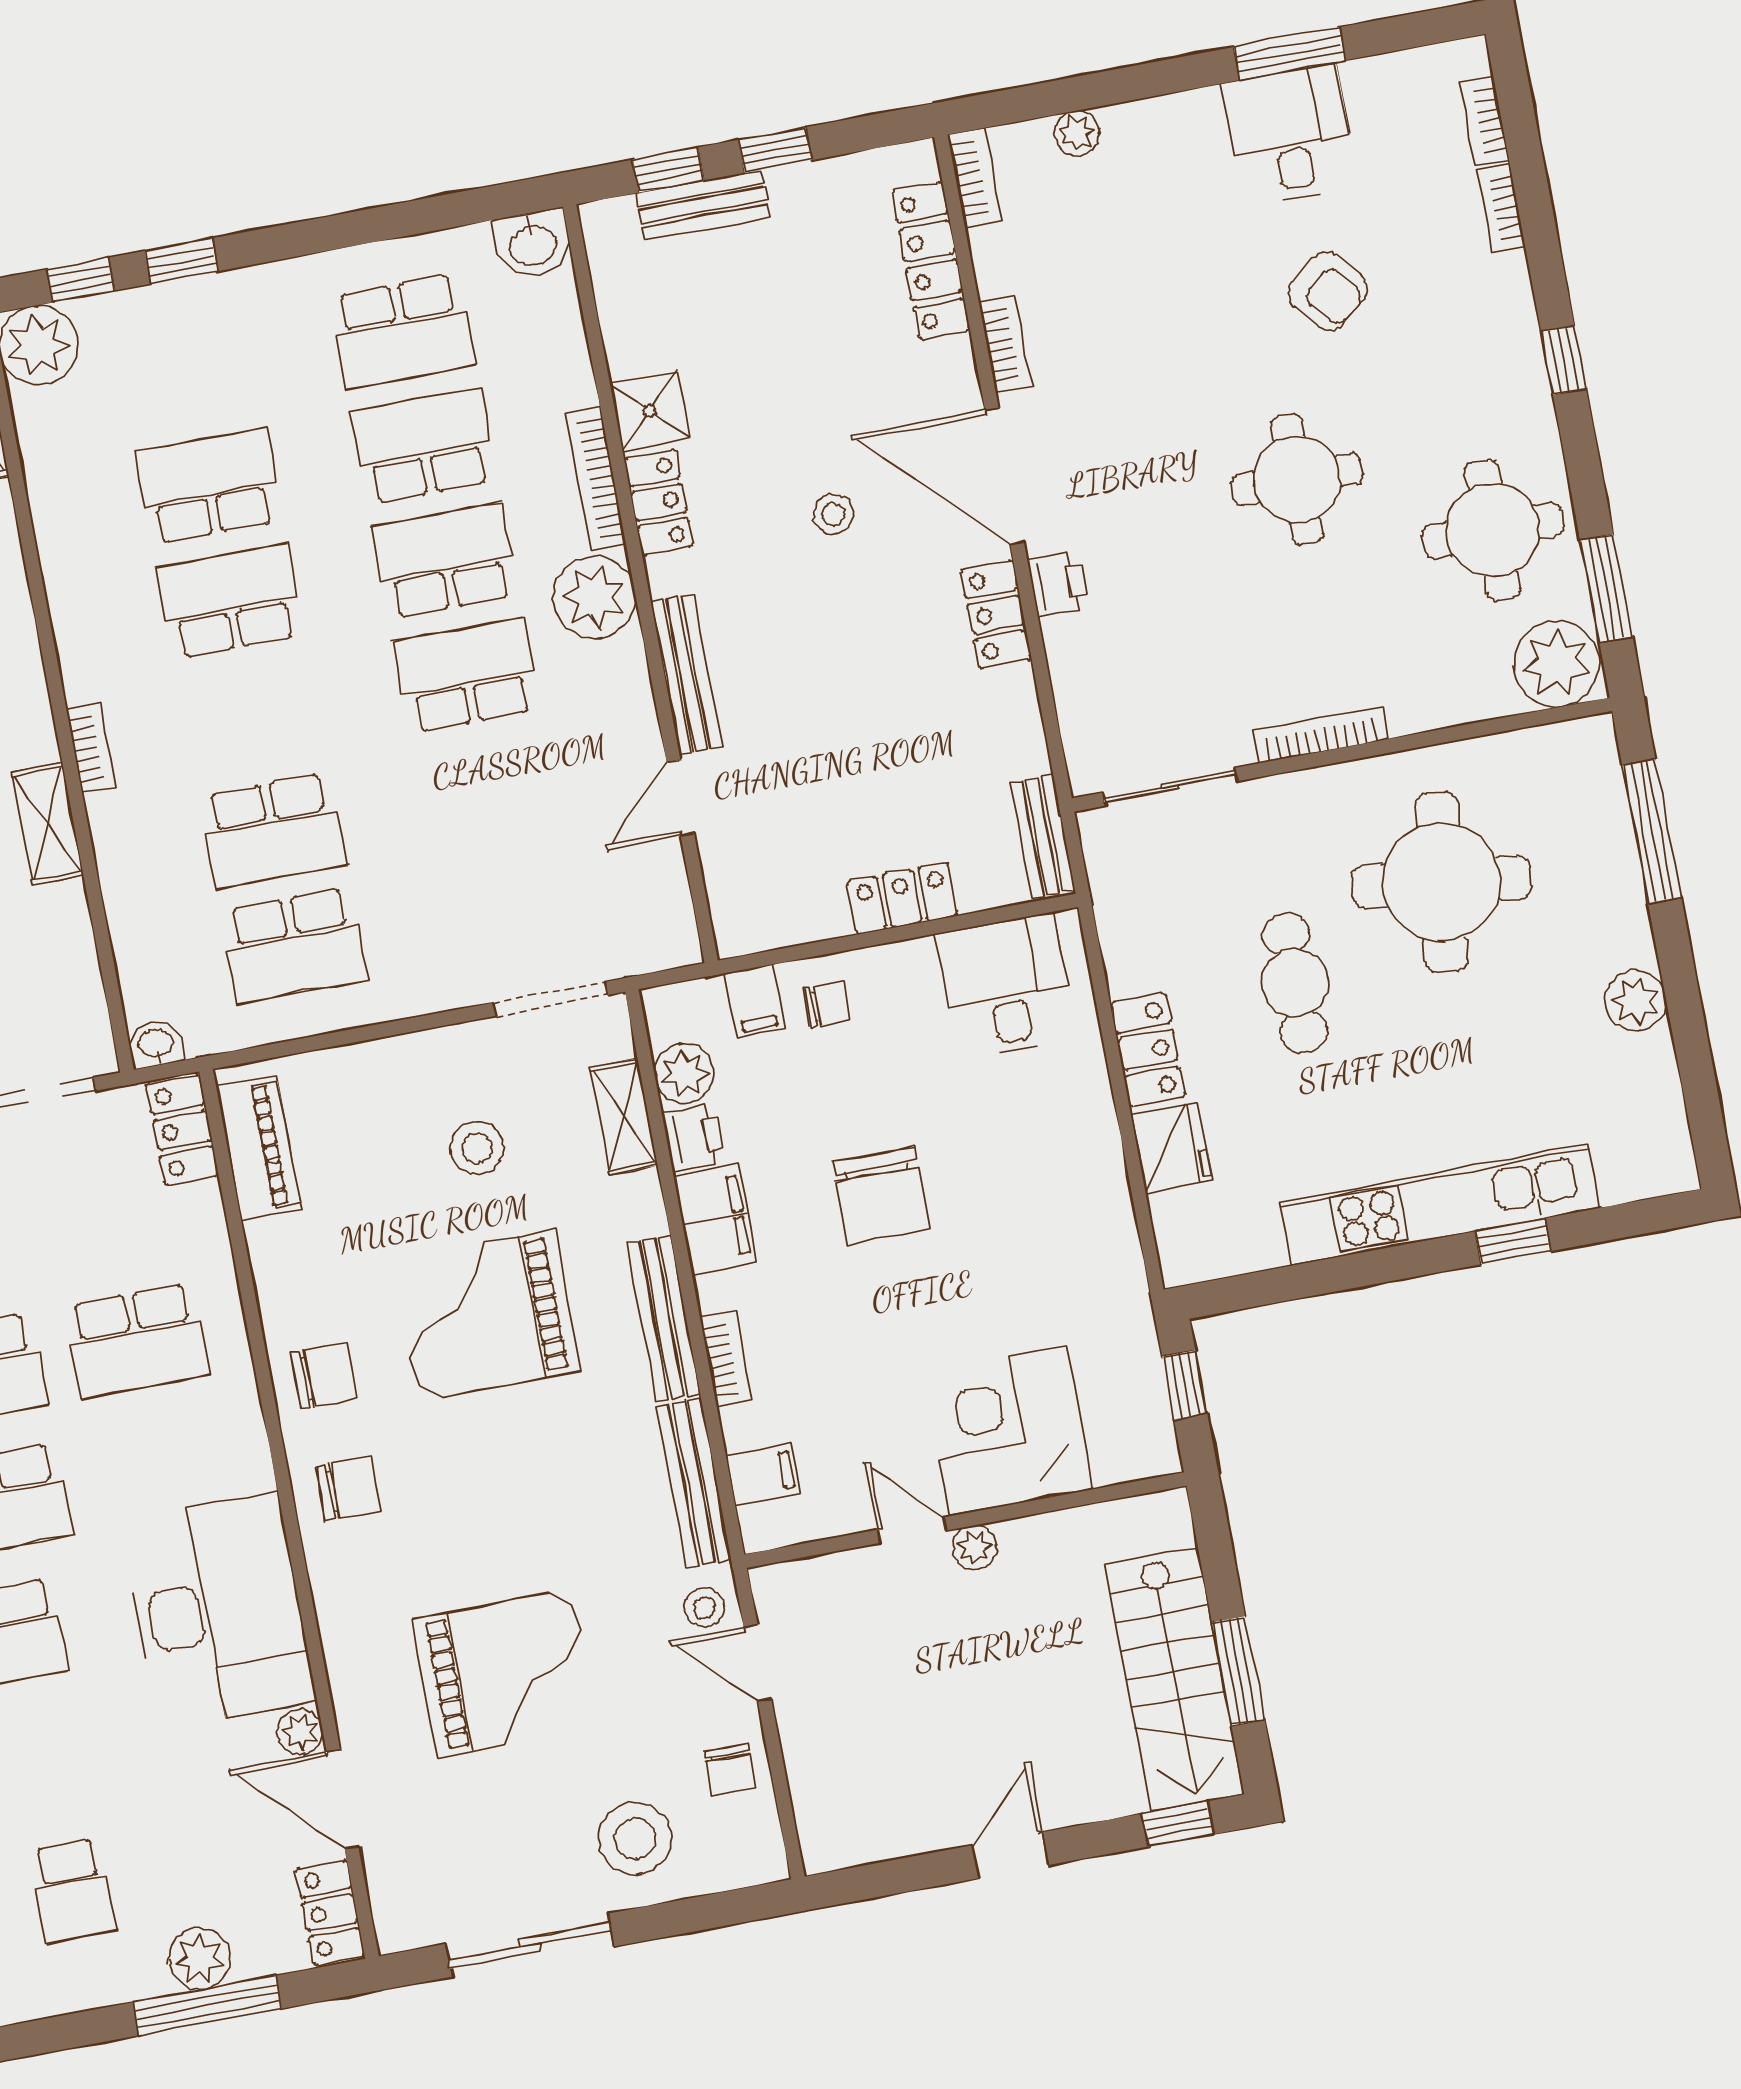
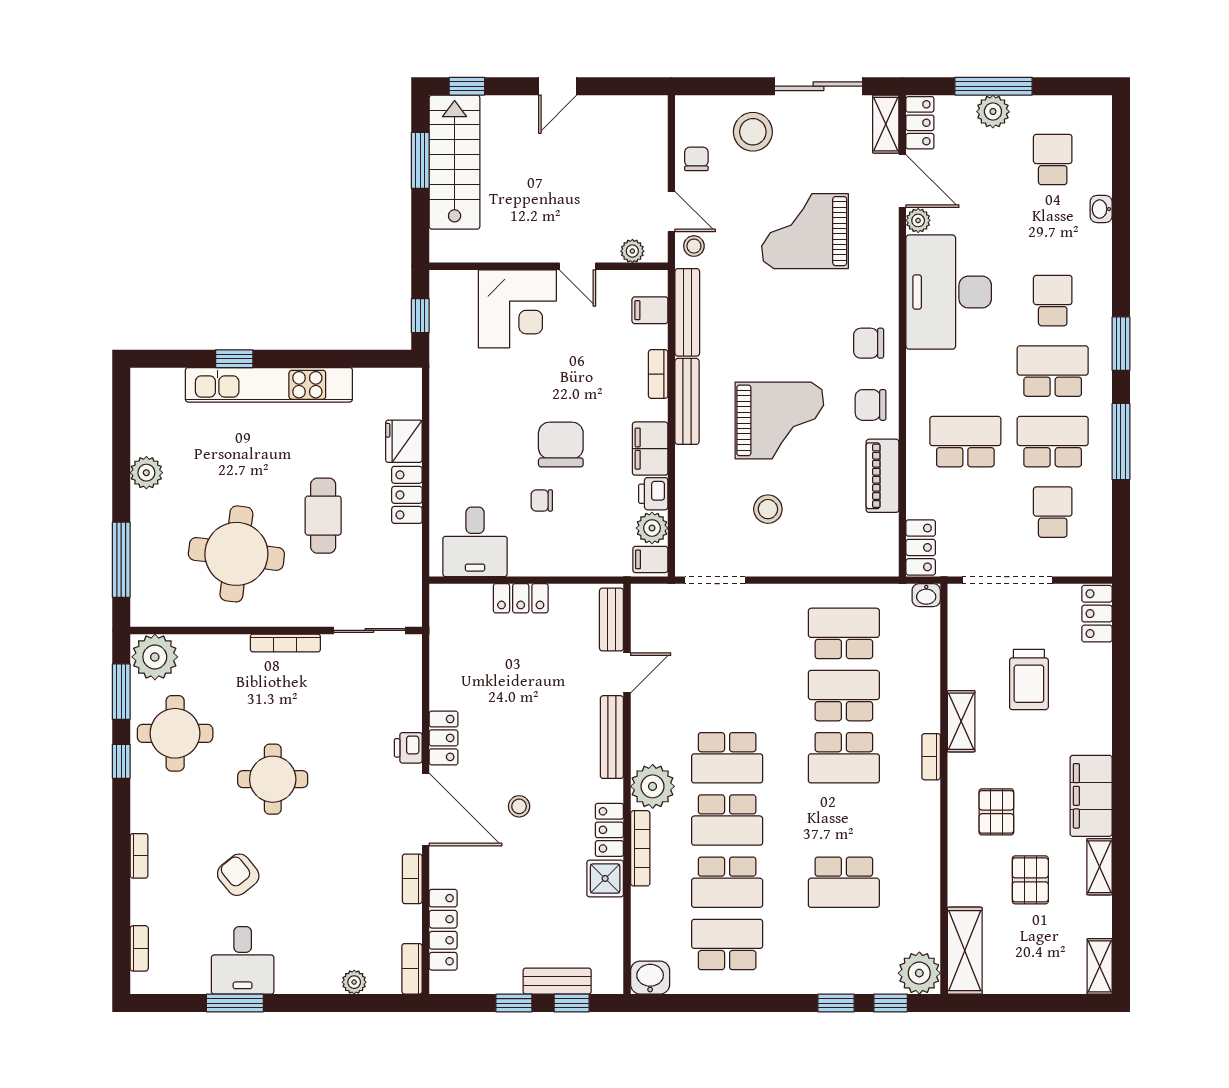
bookcase: (1501, 209) -> (139, 856), moved
window: (1564, 360) -> (121, 761), moved
school desk: (230, 601) -> (844, 758), moved
bench: (1042, 836) -> (611, 620), moved
filing cabinet: (755, 1001) -> (650, 559), moved, turned -90
chair: (826, 1004) -> (542, 500), moved
shelving: (624, 1116) -> (886, 124), moved
piano: (258, 1148) -> (883, 476), moved
plant: (975, 1547) -> (632, 251), moved

